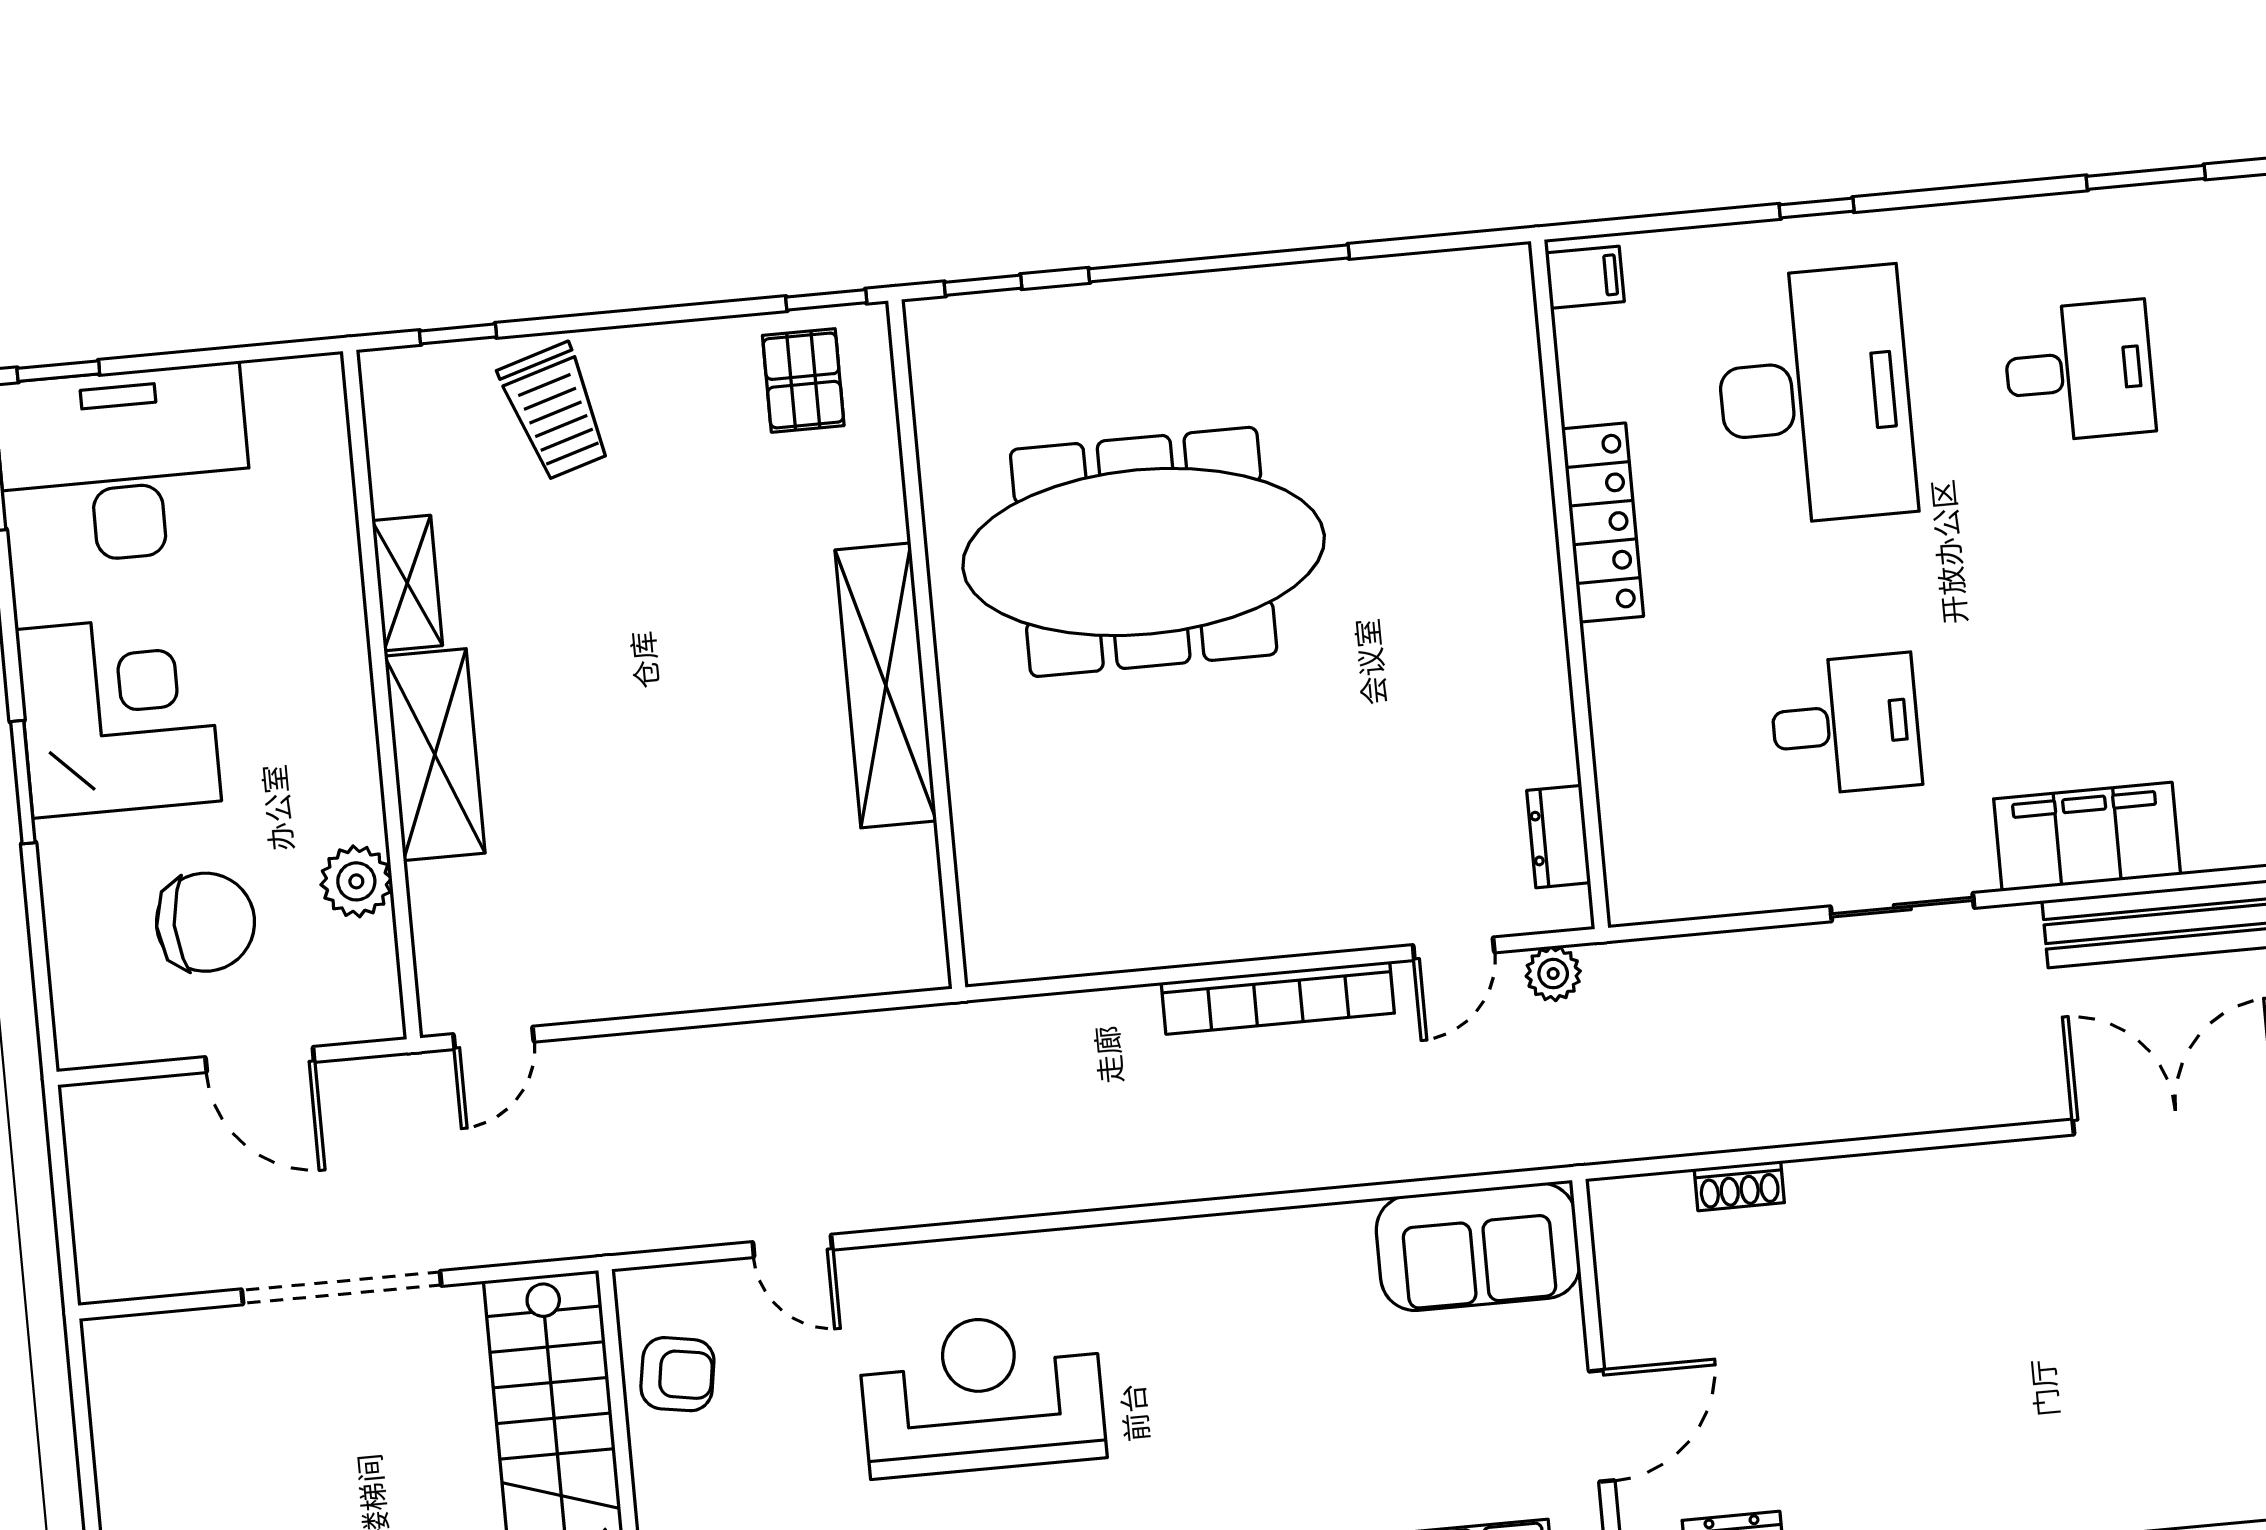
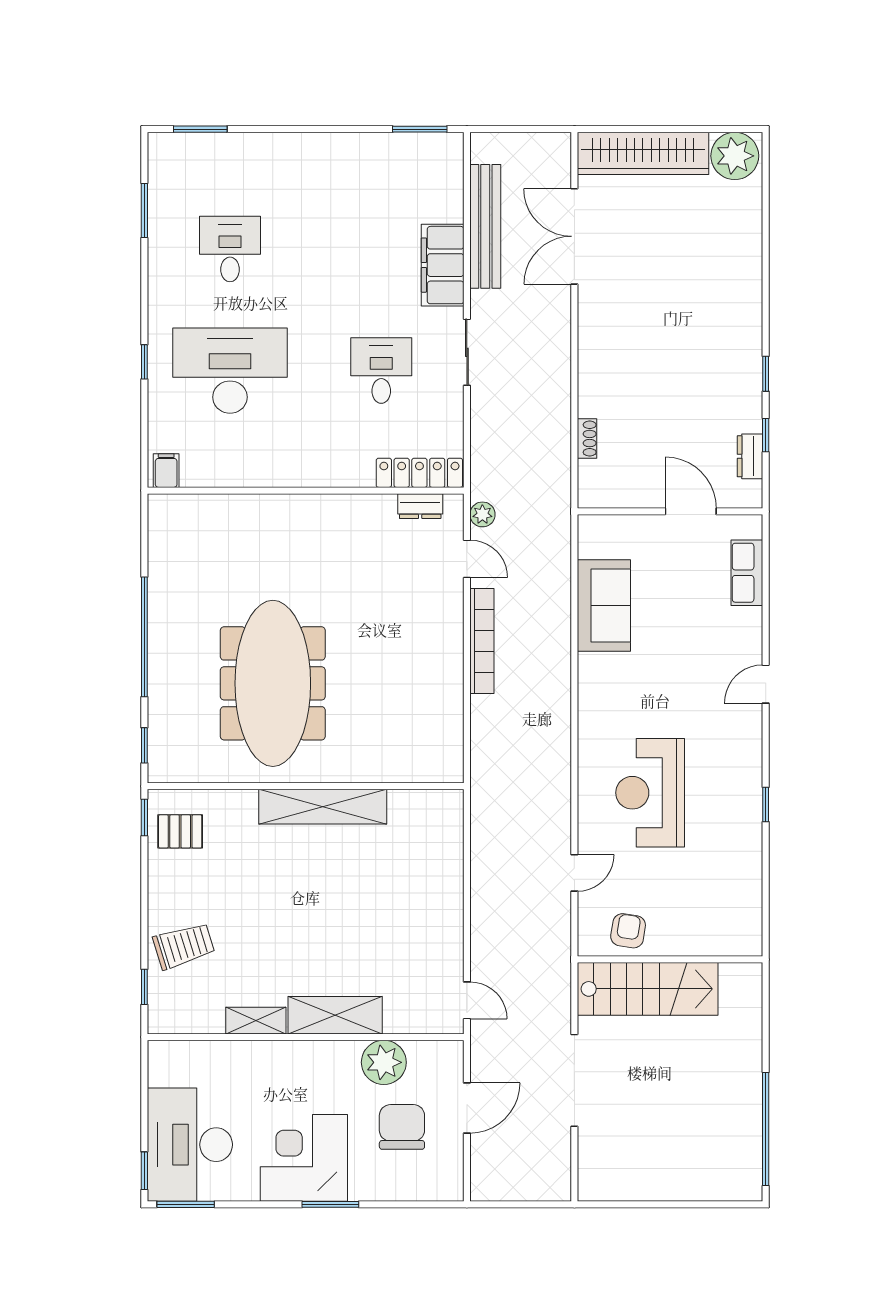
locker: (1603, 523) -> (419, 473), moved
plant: (356, 881) -> (384, 1062), width x1.36, depth x1.36
sofa: (1478, 1247) -> (604, 605), moved

